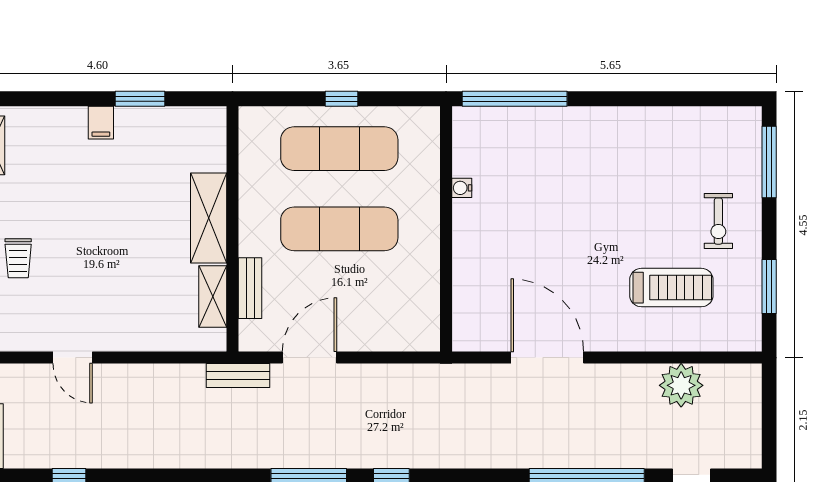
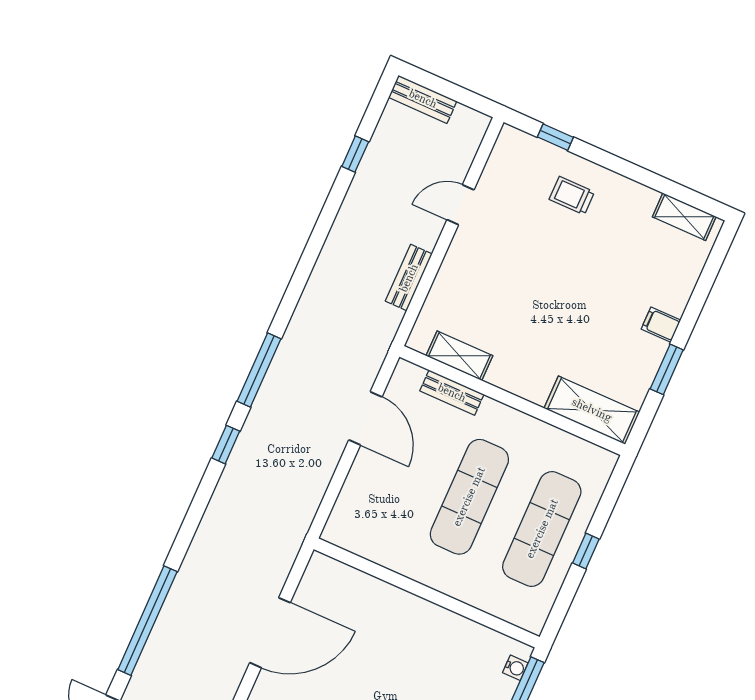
water cooler: (462, 188) -> (515, 668), moved, turned 90
shelving: (209, 218) -> (592, 410), moved
bench: (238, 375) -> (409, 278), moved

